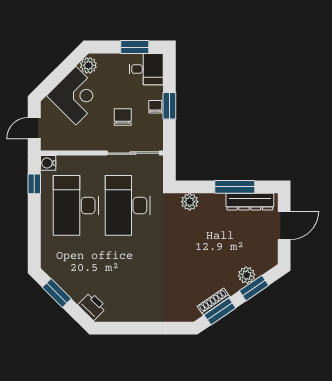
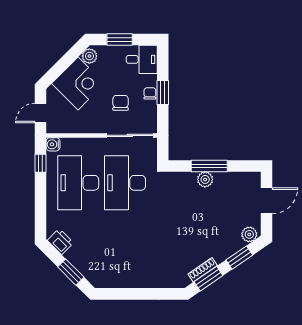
window: (135, 47) -> (120, 39), moved
window: (235, 187) -> (209, 166), moved
plant: (190, 202) -> (205, 179), moved
dresser: (250, 202) -> (236, 179), removed
plant: (247, 275) -> (249, 234), moved
window: (57, 293) -> (71, 272), moved
printer: (92, 306) -> (60, 242), moved

